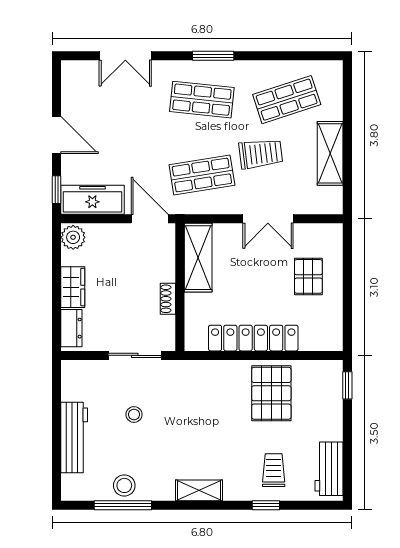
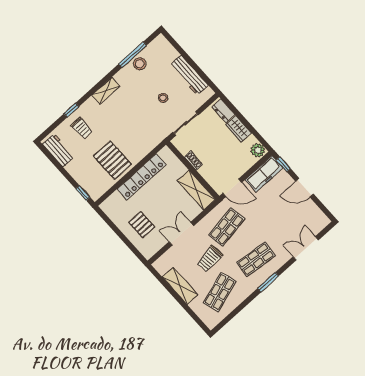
workbench: (74, 437) -> (189, 75), moved

